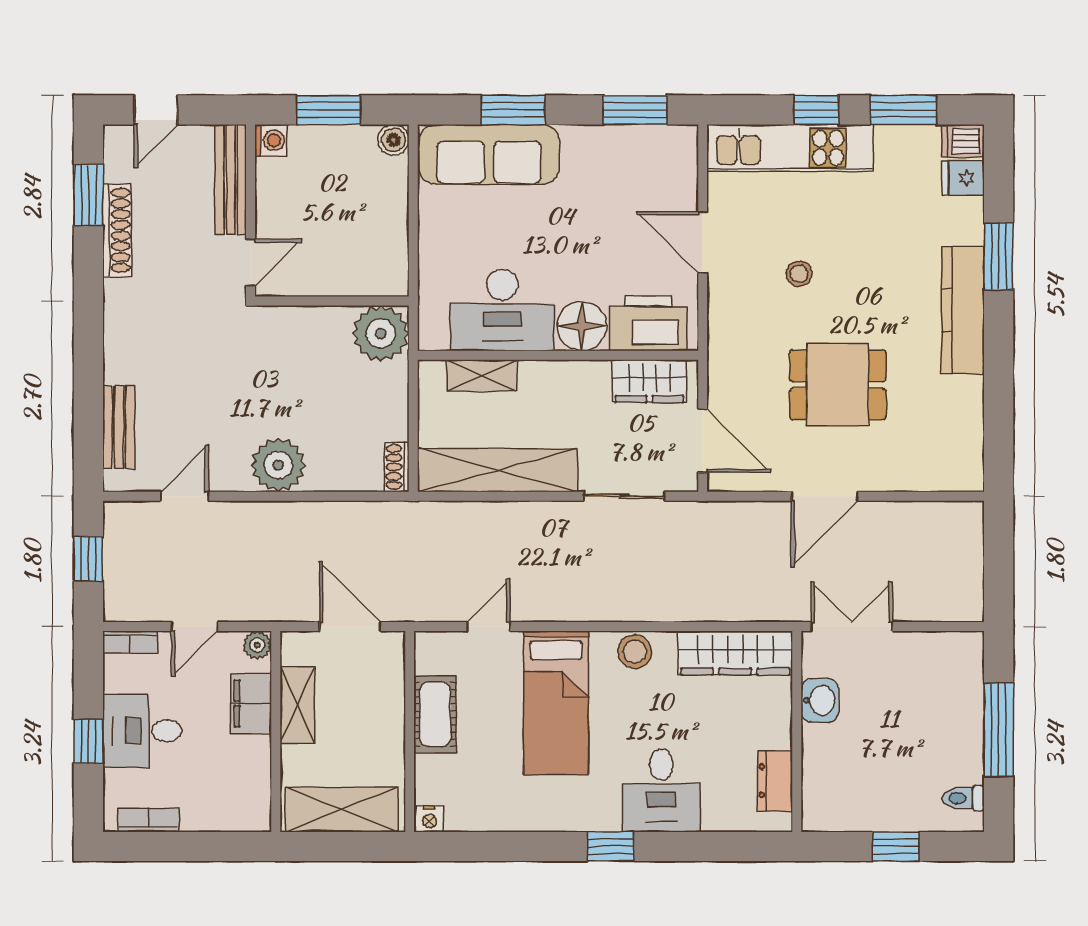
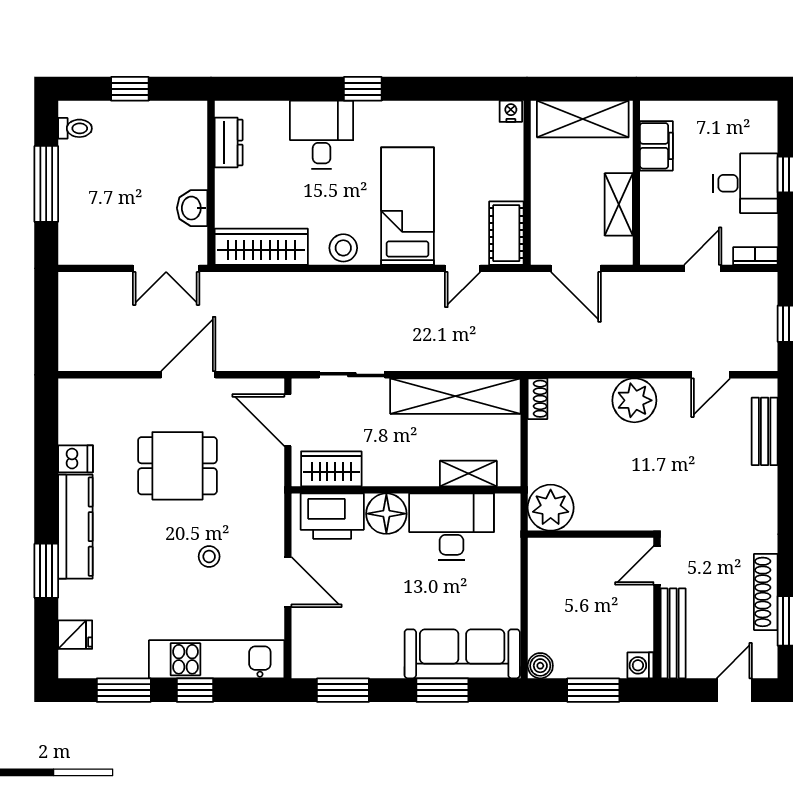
dishwasher: (963, 141) -> (75, 459), moved
plant: (257, 645) -> (651, 253), removed
filing cabinet: (251, 703) -> (656, 146), moved
cot: (435, 714) -> (506, 233), moved
bookcase: (149, 820) -> (740, 111), removed

